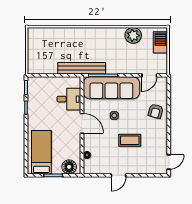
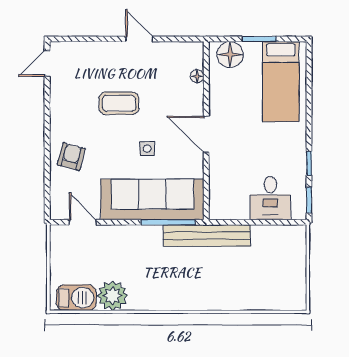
barbecue: (160, 42) -> (76, 298), moved, turned -90
door: (149, 75) -> (83, 222), hinge flipped
desk: (69, 99) -> (270, 198), moved, turned -90
door: (119, 175) -> (139, 39), hinge flipped

